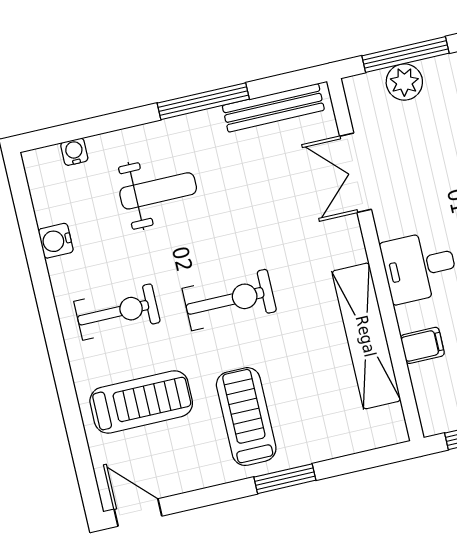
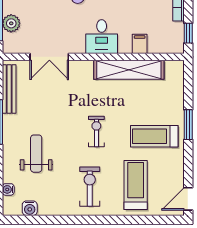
water cooler: (56, 241) -> (30, 208), moved
exercise bike: (229, 300) -> (96, 131), width x0.73, depth x0.72

